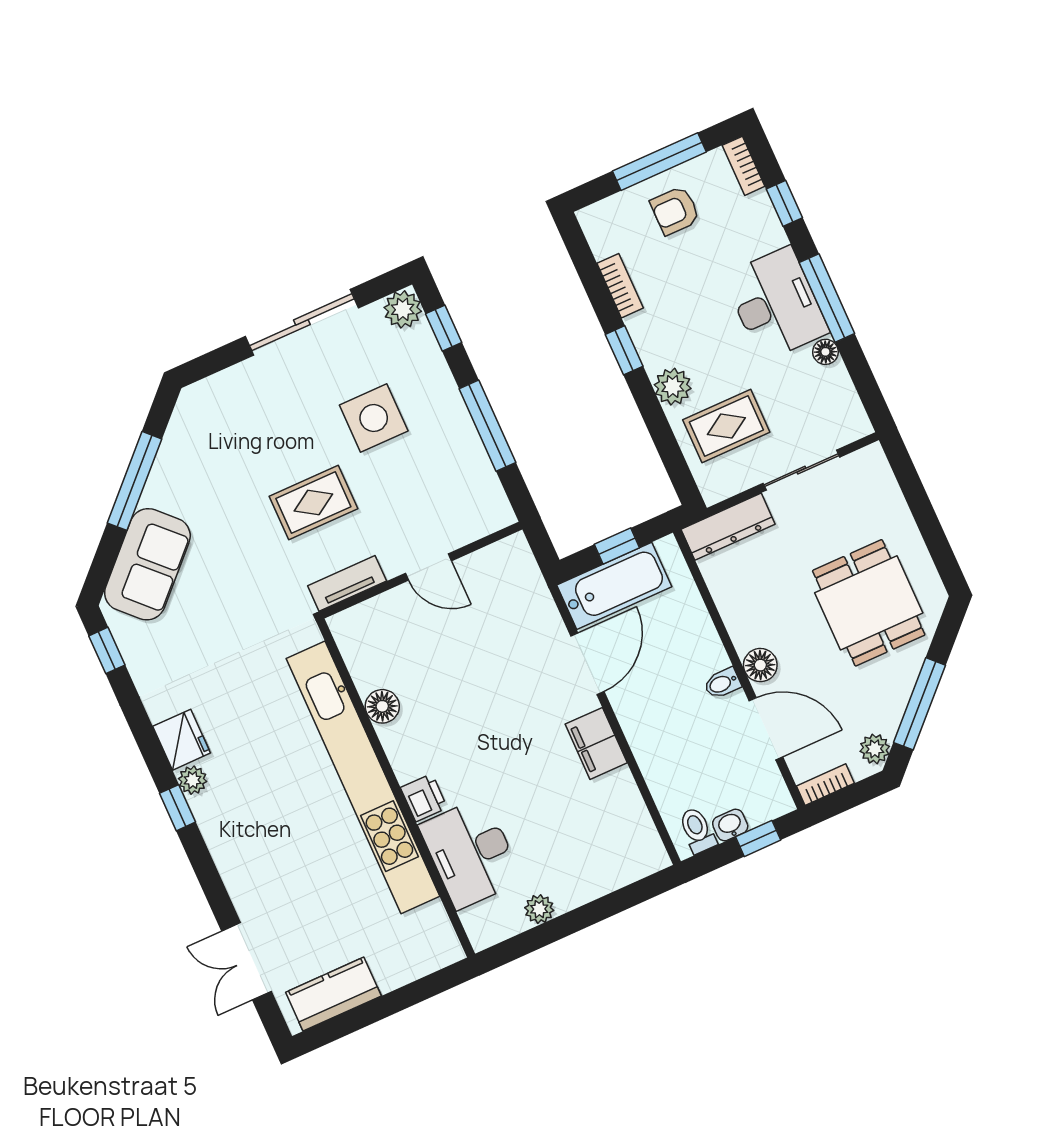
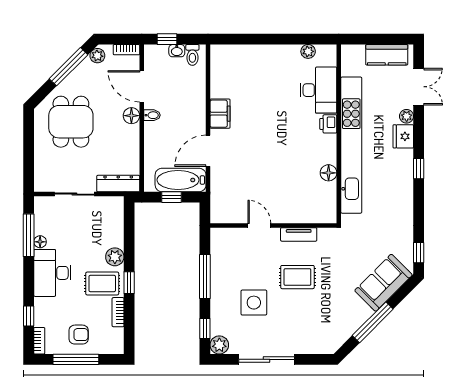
window: (827, 298) -> (29, 235), moved
rug: (726, 426) -> (102, 283), moved
floor lamp: (382, 706) -> (329, 173), moved
fridge: (182, 740) -> (403, 136), moved
kitchen unit: (363, 777) -> (351, 145), moved
plant: (193, 780) -> (407, 116), moved
wall: (396, 788) -> (339, 134), moved
printer: (424, 798) -> (328, 124), moved
desk: (471, 853) -> (319, 90), moved
plant: (539, 909) -> (308, 51), moved

